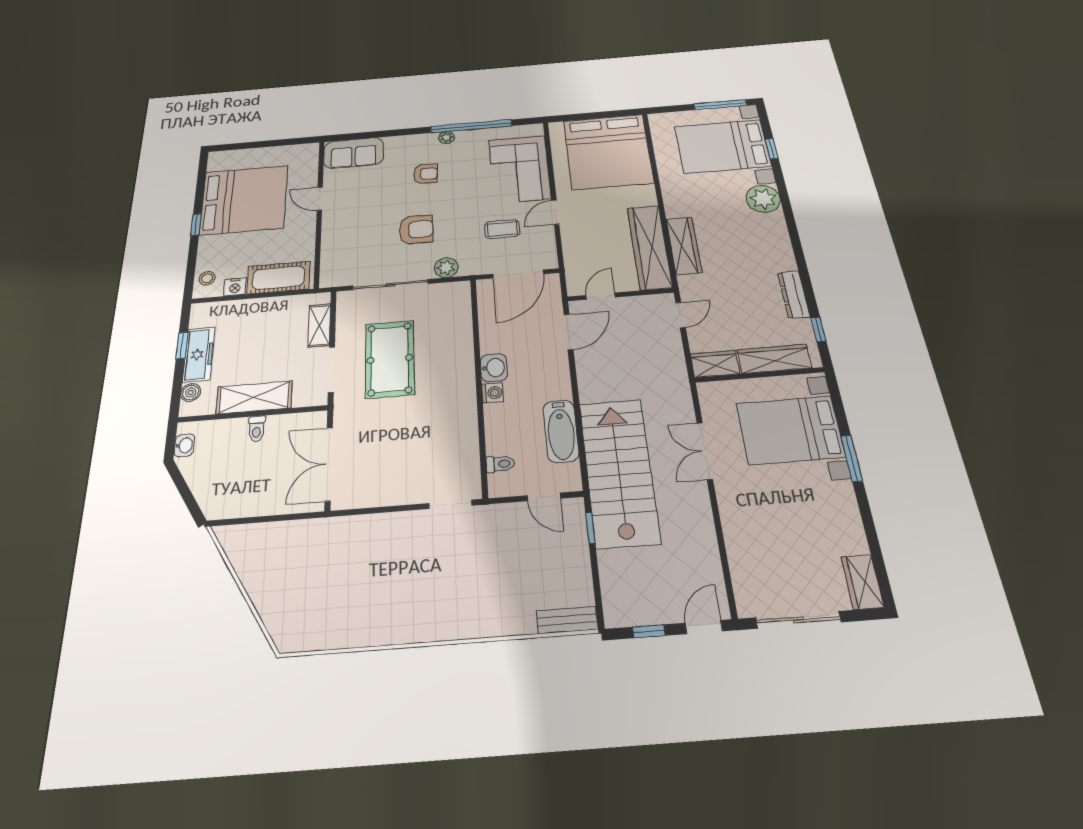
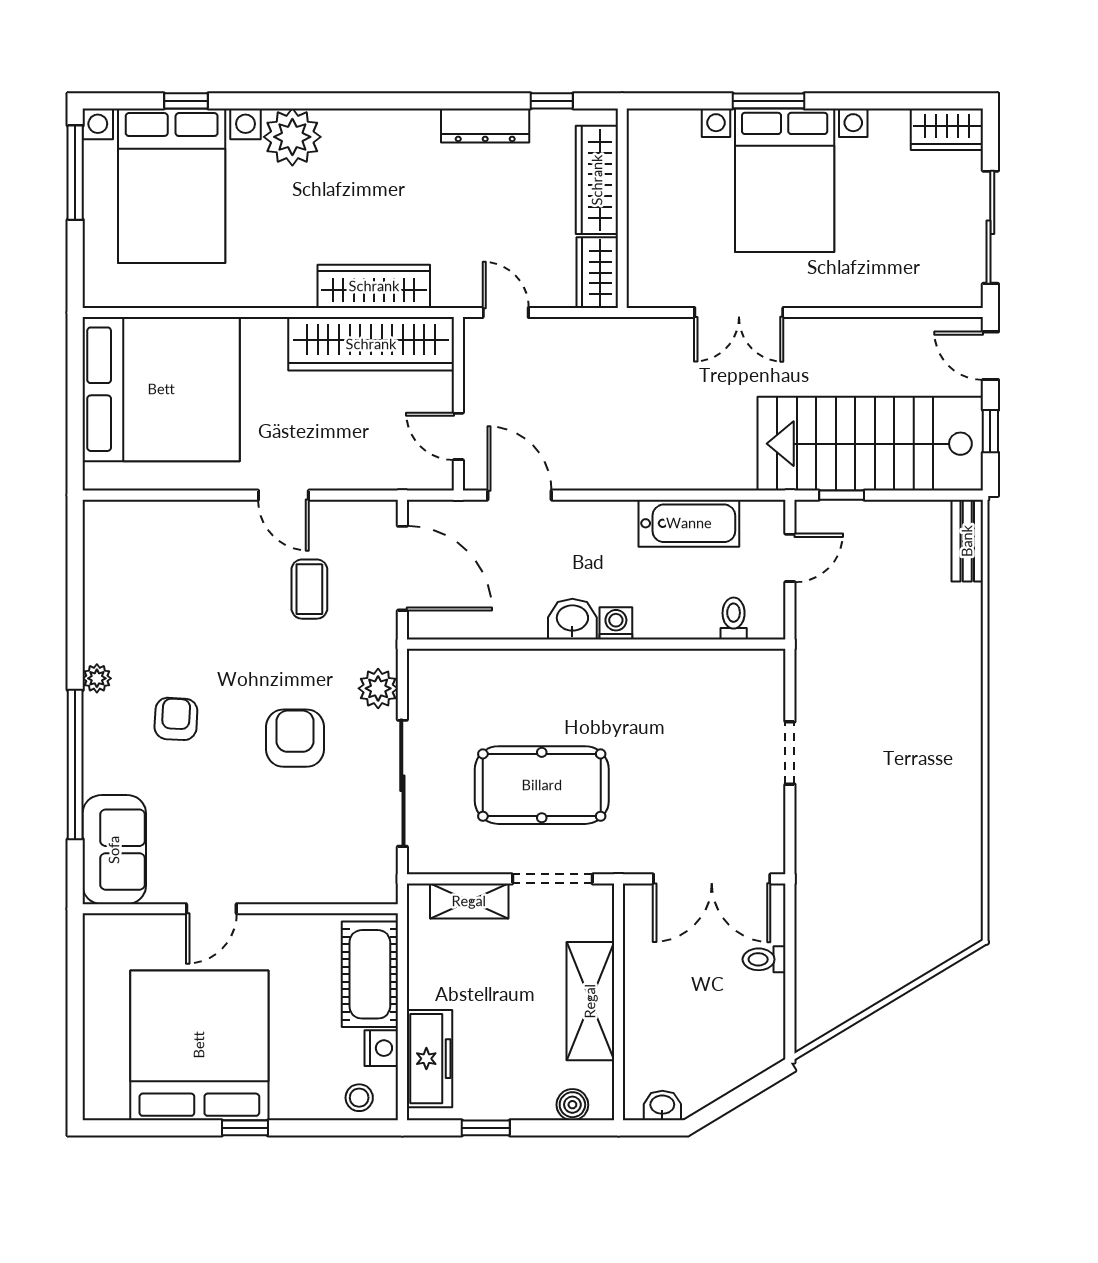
window: (471, 126) -> (75, 765), moved
corner sofa: (519, 169) -> (184, 550), removed
freezer: (199, 354) -> (429, 1059), moved, turned 90
toilet: (257, 429) -> (764, 959), moved, turned 180
bed with nightstands: (790, 430) -> (785, 180), moved
stairs: (619, 472) -> (870, 444), moved
doorway: (450, 504) -> (790, 753), moved

